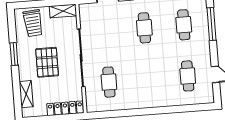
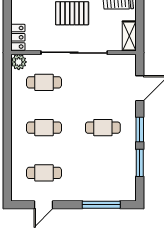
cafe table: (184, 25) -> (44, 128), moved
plant: (93, 105) -> (19, 62), added
locker: (65, 108) -> (18, 37), width x0.66

